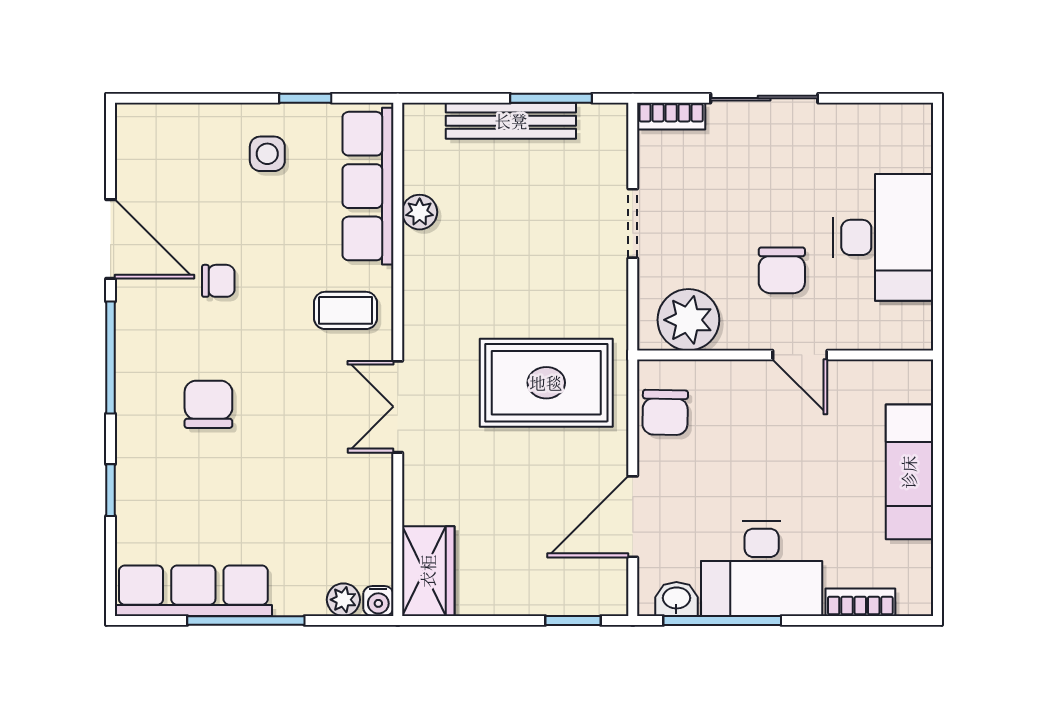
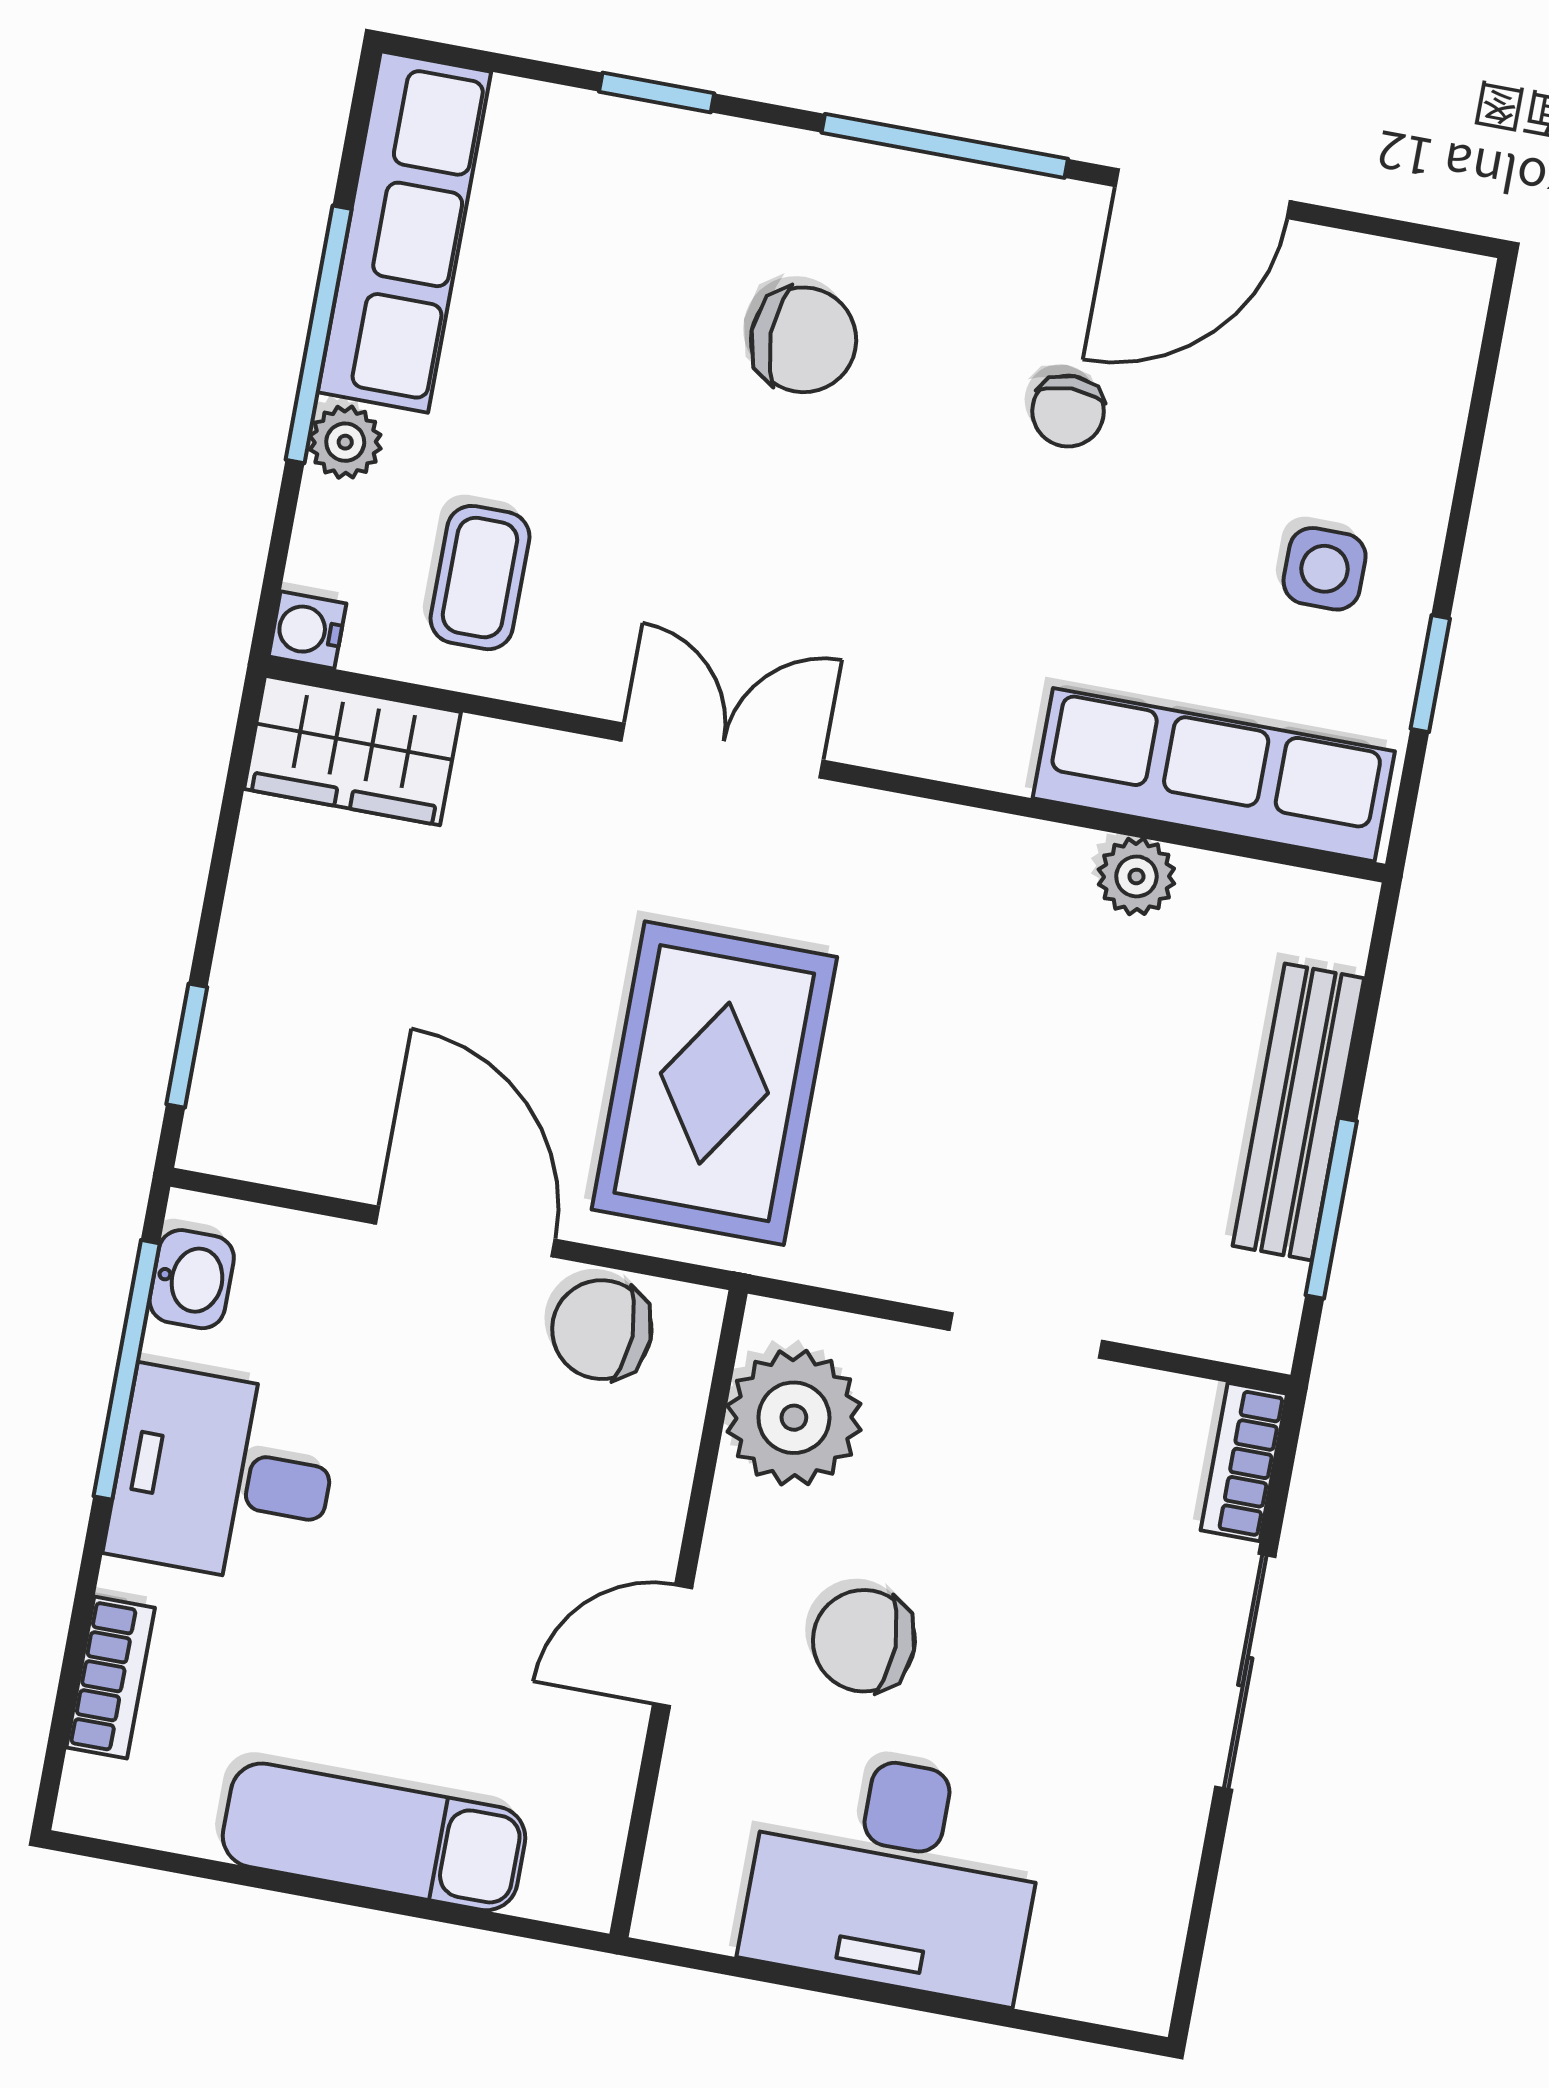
coffee table: (345, 310) -> (480, 578), moved
door: (633, 517) -> (465, 1232), moved
desk: (762, 569) -> (224, 1477), width x0.73
plant: (343, 600) -> (345, 442), moved

